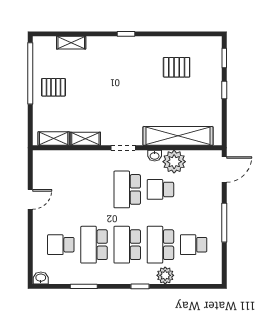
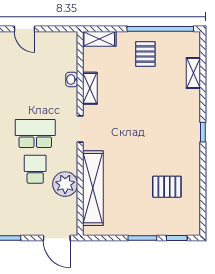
pallet: (177, 67) -> (167, 187), turned 90
window: (224, 90) -> (142, 238), width x1.50
shelving: (54, 139) -> (99, 39), moved, turned 90
washbasin: (155, 156) -> (72, 79), moved

